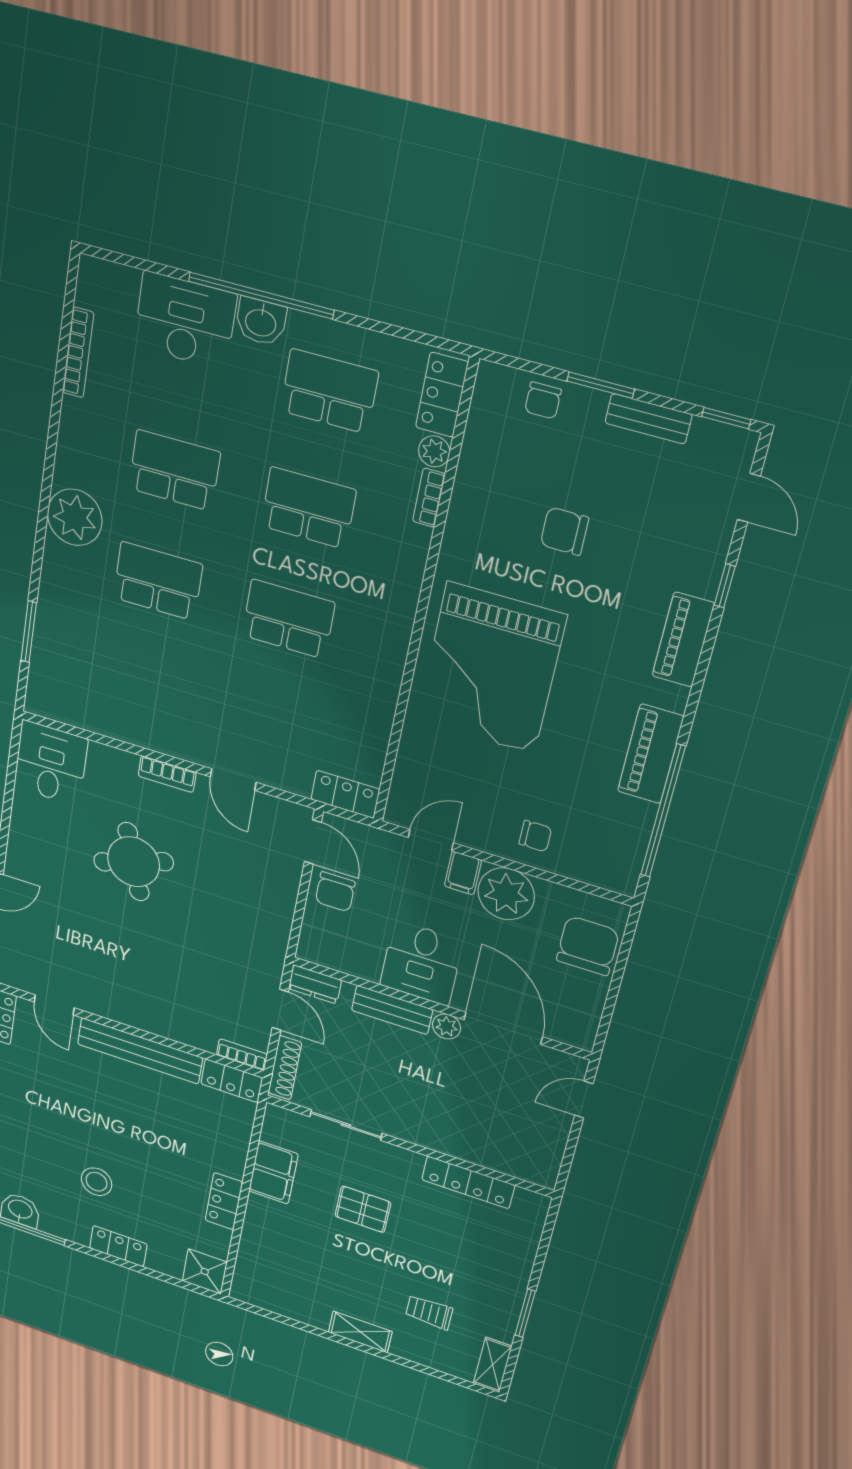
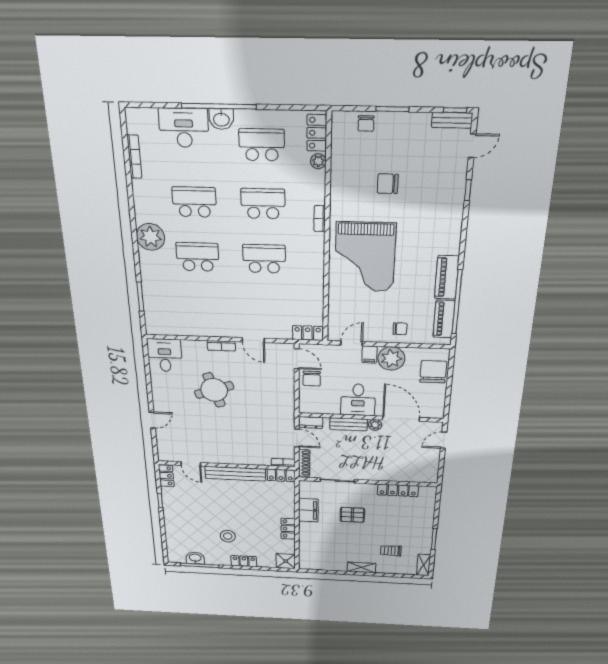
bench: (648, 419) -> (452, 120), moved
bookcase: (429, 498) -> (320, 219), moved
door: (749, 498) -> (472, 146), hinge flipped
piano: (683, 640) -> (444, 319), moved

